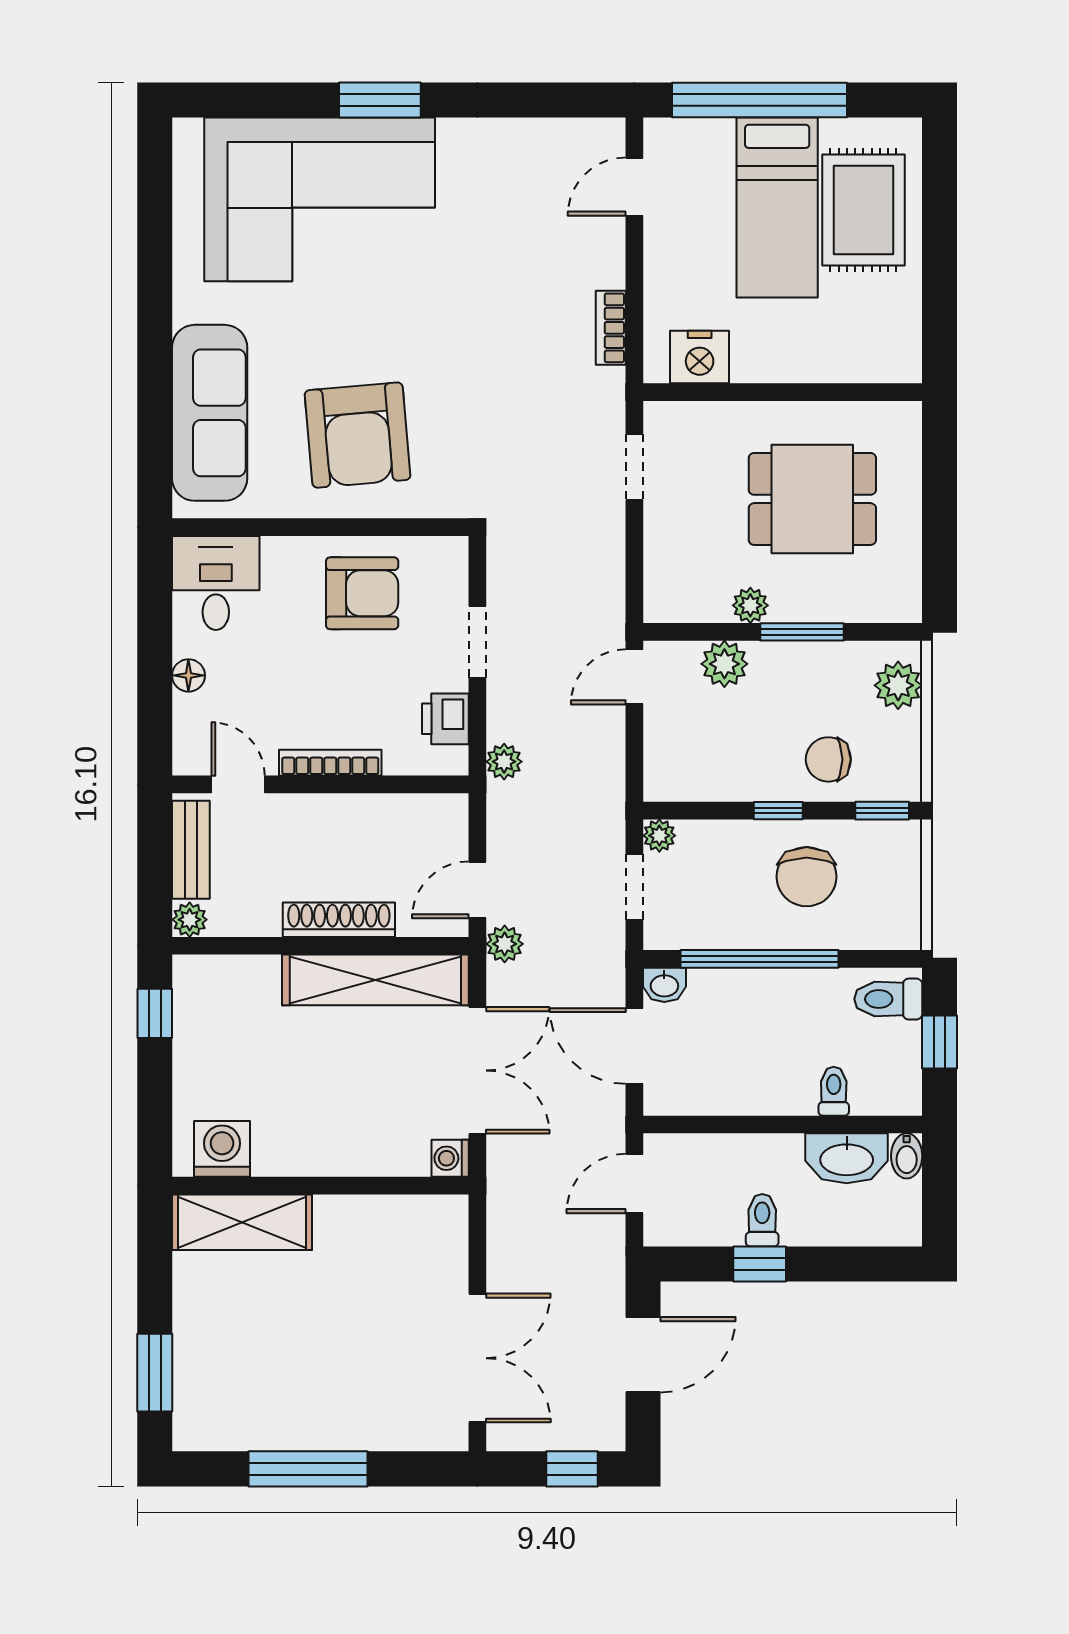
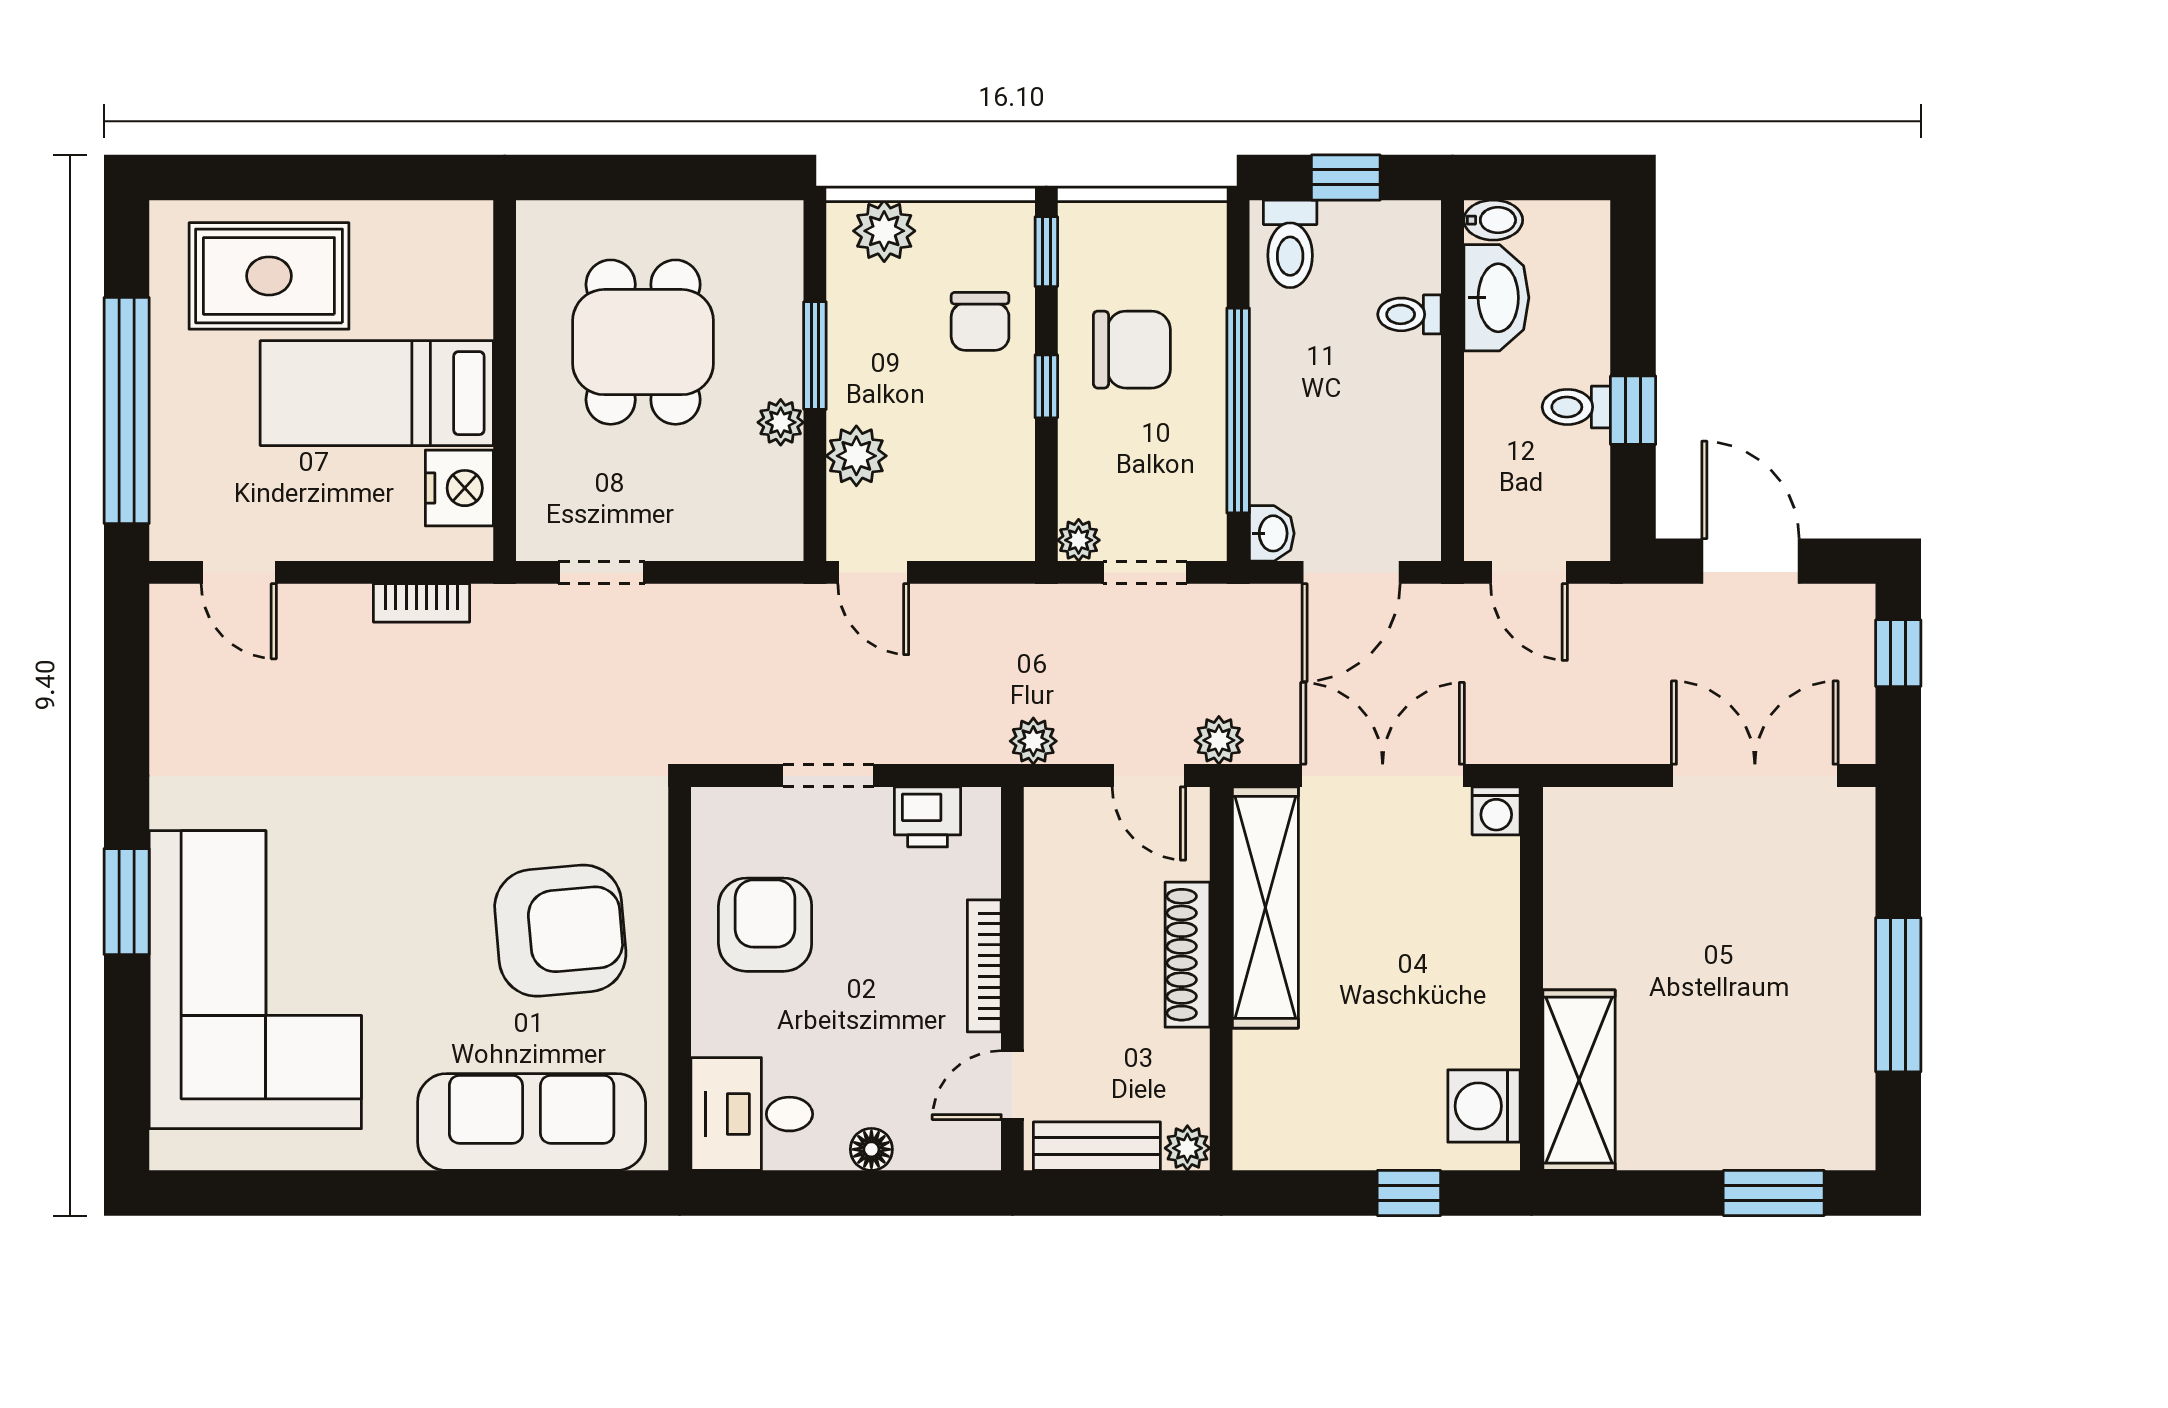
bed: (777, 207) -> (377, 393), moved, turned 180
plant: (504, 762) -> (1033, 741), moved
window: (155, 1013) -> (1409, 1193), moved

